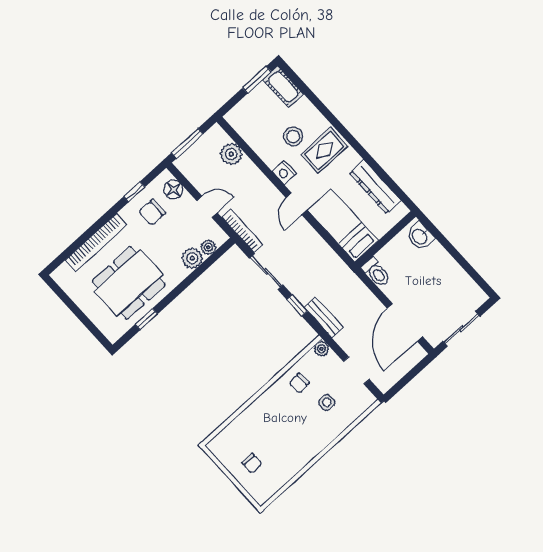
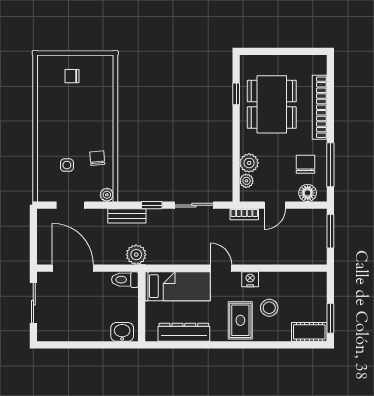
plant: (231, 154) -> (136, 255), moved
window: (134, 192) -> (330, 165), width x2.17
bookcase: (242, 231) -> (244, 214), width x0.64

